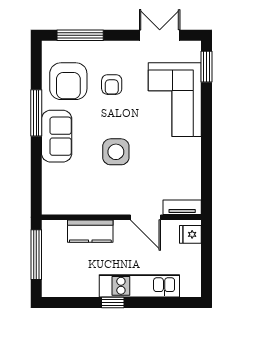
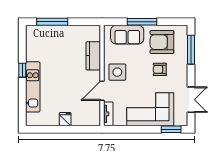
tv unit: (182, 207) -> (108, 114), moved
wall: (121, 217) -> (102, 76), moved
door: (145, 217) -> (102, 91), moved
kitchen counter: (90, 231) -> (93, 56), moved

